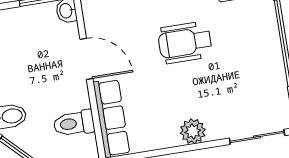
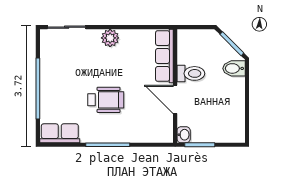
toilet: (74, 123) -> (191, 73), moved

